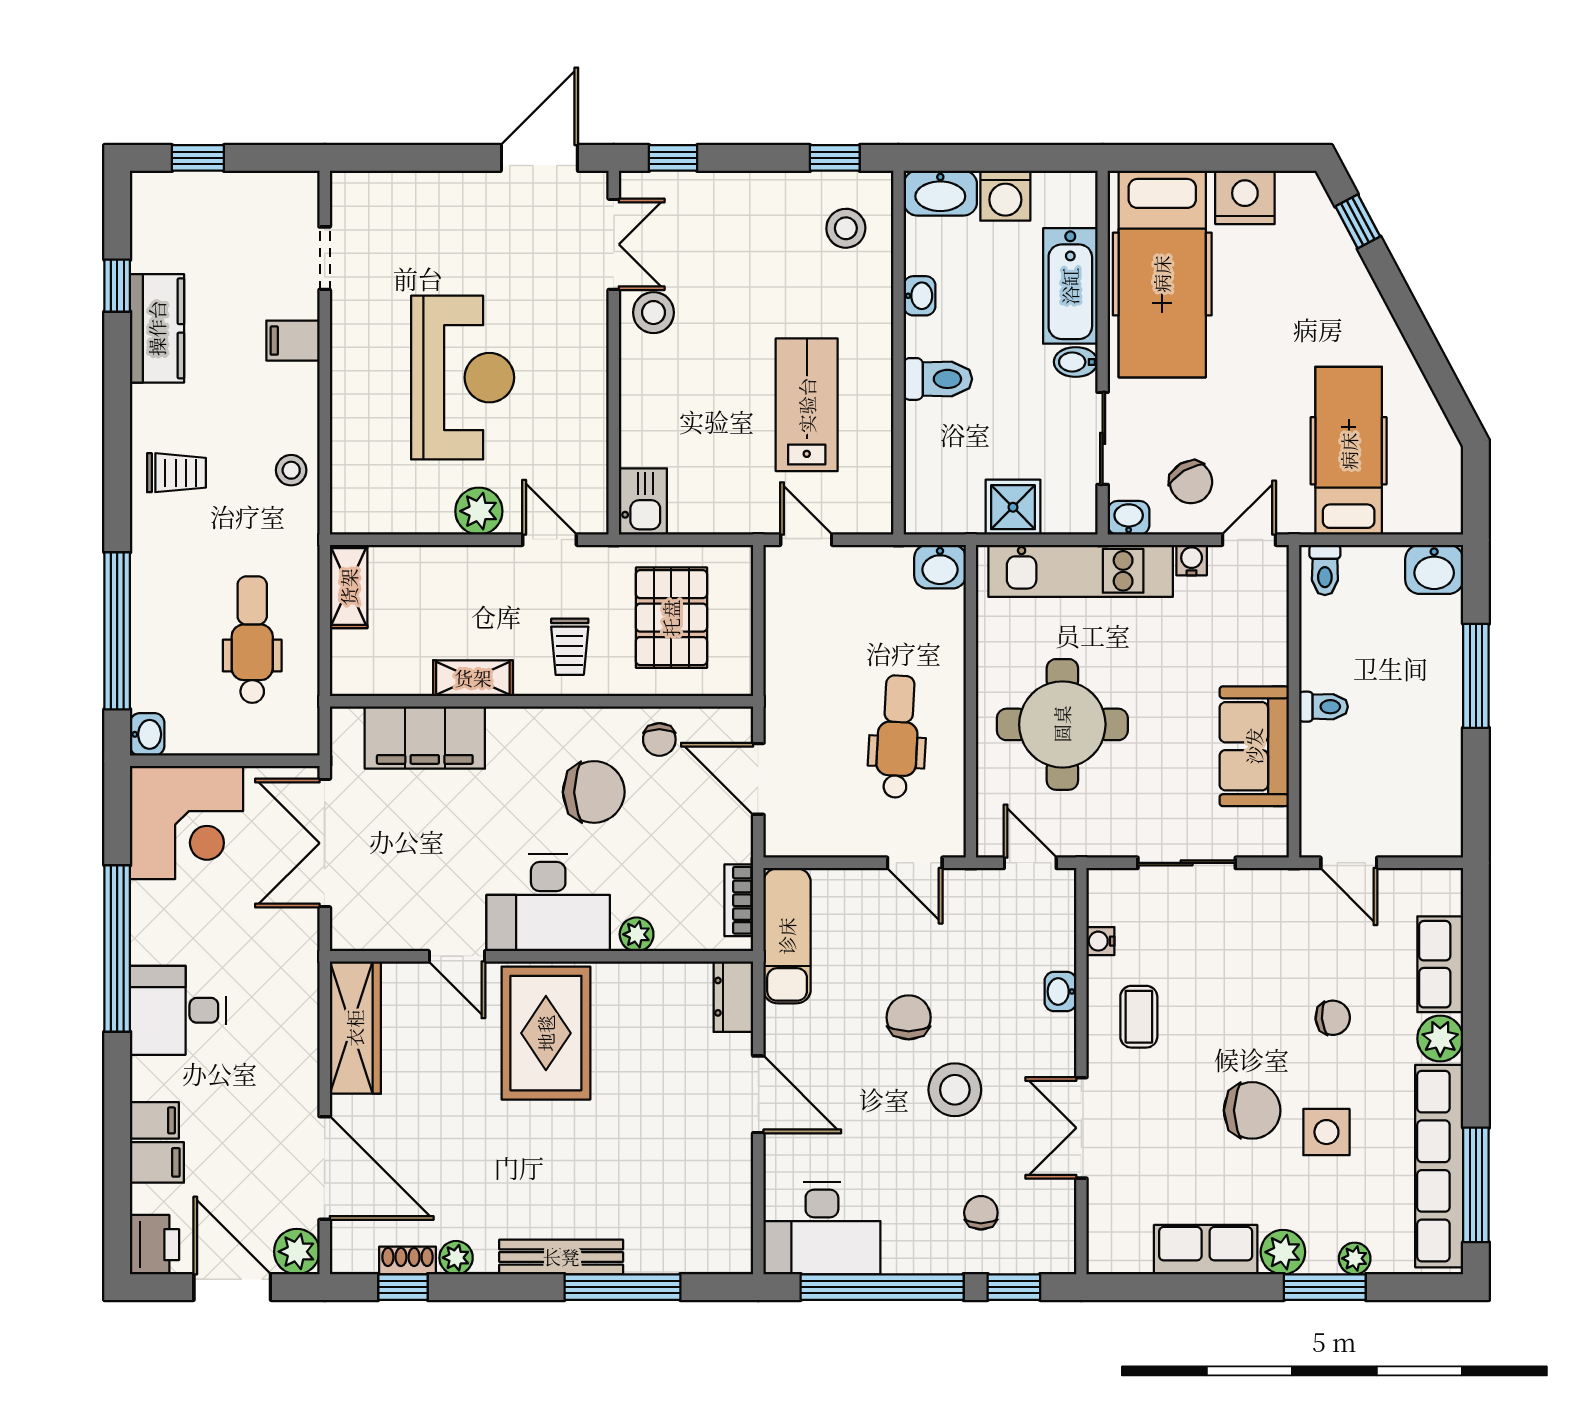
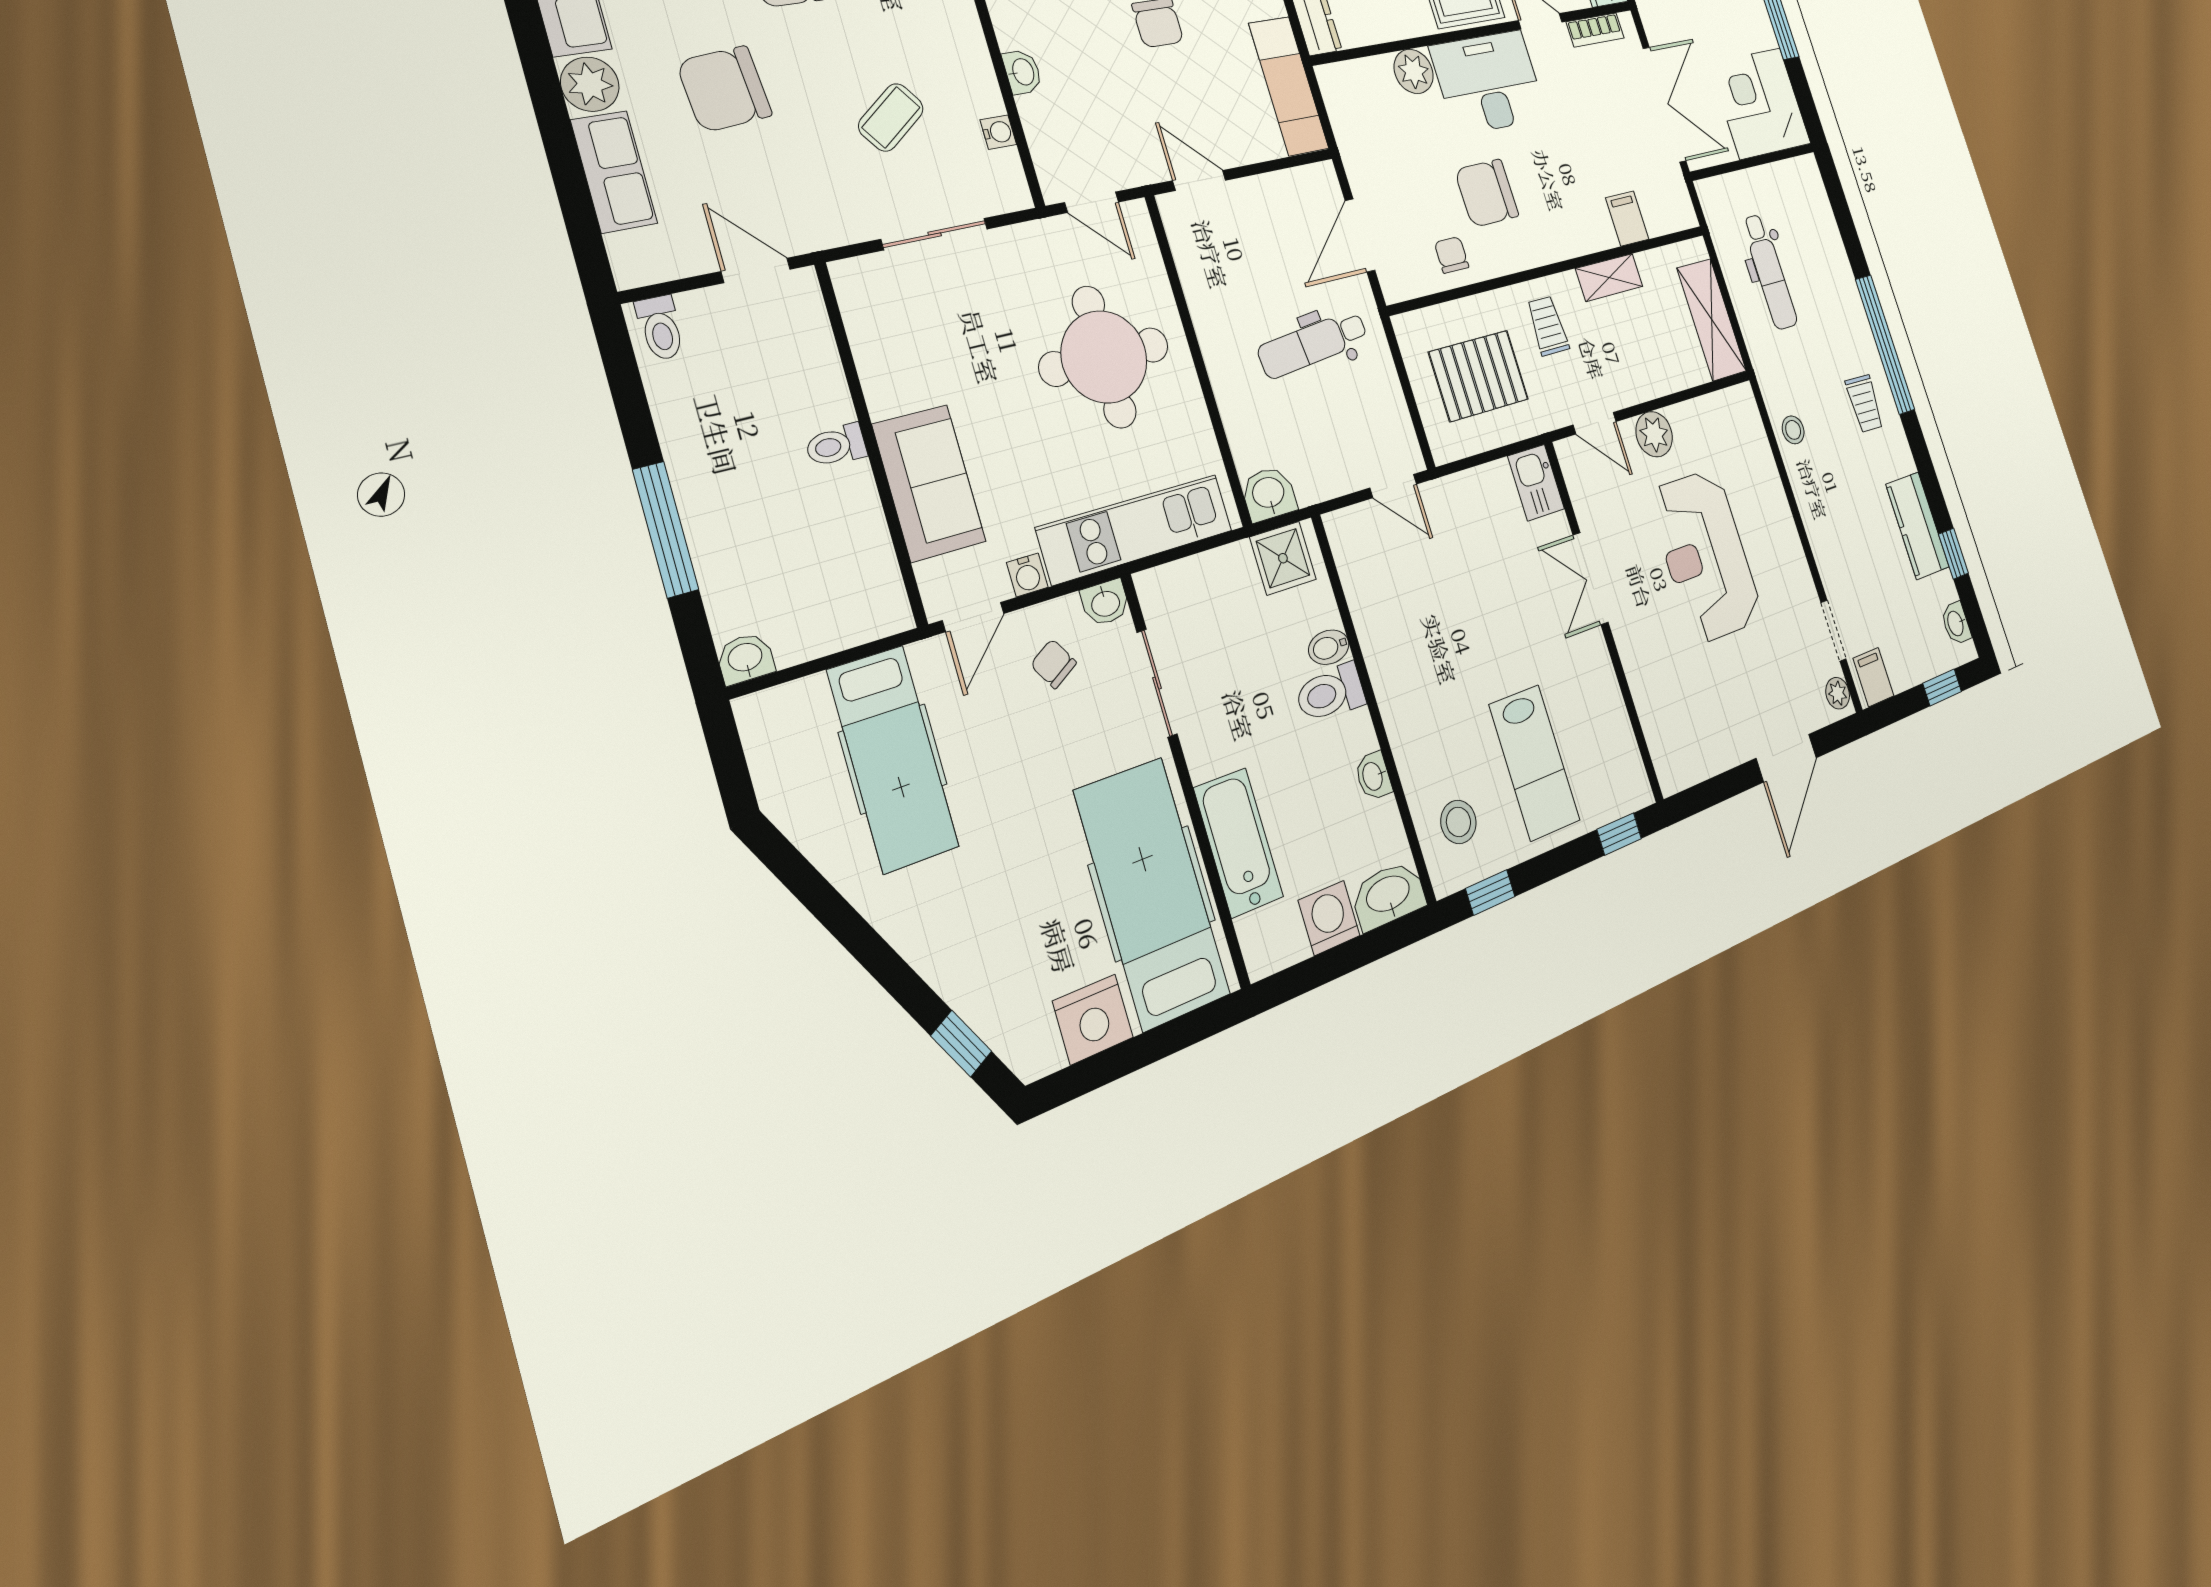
door: (539, 158) -> (1786, 758), moved
plant: (346, 197) -> (1838, 693), added
double door: (614, 244) -> (1591, 579), moved
stool: (653, 313) -> (1586, 672), removed
filing cabinet: (293, 341) -> (1873, 677), moved, turned -90
bidet: (1076, 362) -> (1329, 647), moved, turned 180
lab bench: (807, 405) -> (1534, 763), moved
trolley: (177, 473) -> (1864, 403), turned -88
chair: (1191, 482) -> (1054, 664), width x0.73, depth x0.73
shower: (1013, 507) -> (1283, 558), moved
washbasin: (1434, 569) -> (745, 658), width x0.72, depth x0.69
toilet: (1325, 570) -> (660, 328), moved, turned 180
shelving: (349, 587) -> (1712, 320), width x1.50, depth x1.33
pallet: (671, 618) -> (1479, 376), turned 90
window: (117, 631) -> (1885, 344), moved
washbasin: (147, 734) -> (1956, 623), moved
dental chair: (898, 737) -> (1313, 344), moved, turned 81
filing cabinet: (425, 738) -> (1627, 218), width x0.33, depth x0.86
sofa: (1254, 746) -> (929, 483), moved
door: (758, 779) -> (1360, 235), swing flipped
bookcase: (739, 900) -> (1595, 30), moved, turned 90
plant: (637, 934) -> (1414, 71), width x1.38, depth x1.38
coffee table: (1139, 1017) -> (891, 117), moved, turned 54
chair: (1333, 1018) -> (724, 89), width x1.87, depth x1.87

